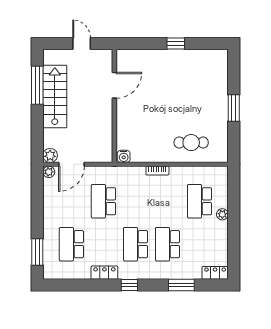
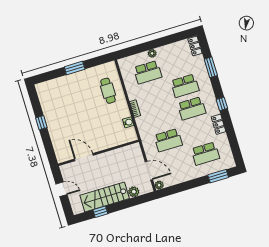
door: (82, 44) -> (61, 189), swing flipped
window: (37, 85) -> (100, 212), width x0.46
plant: (50, 155) -> (134, 192), moved
water cooler: (124, 156) -> (128, 122), moved

